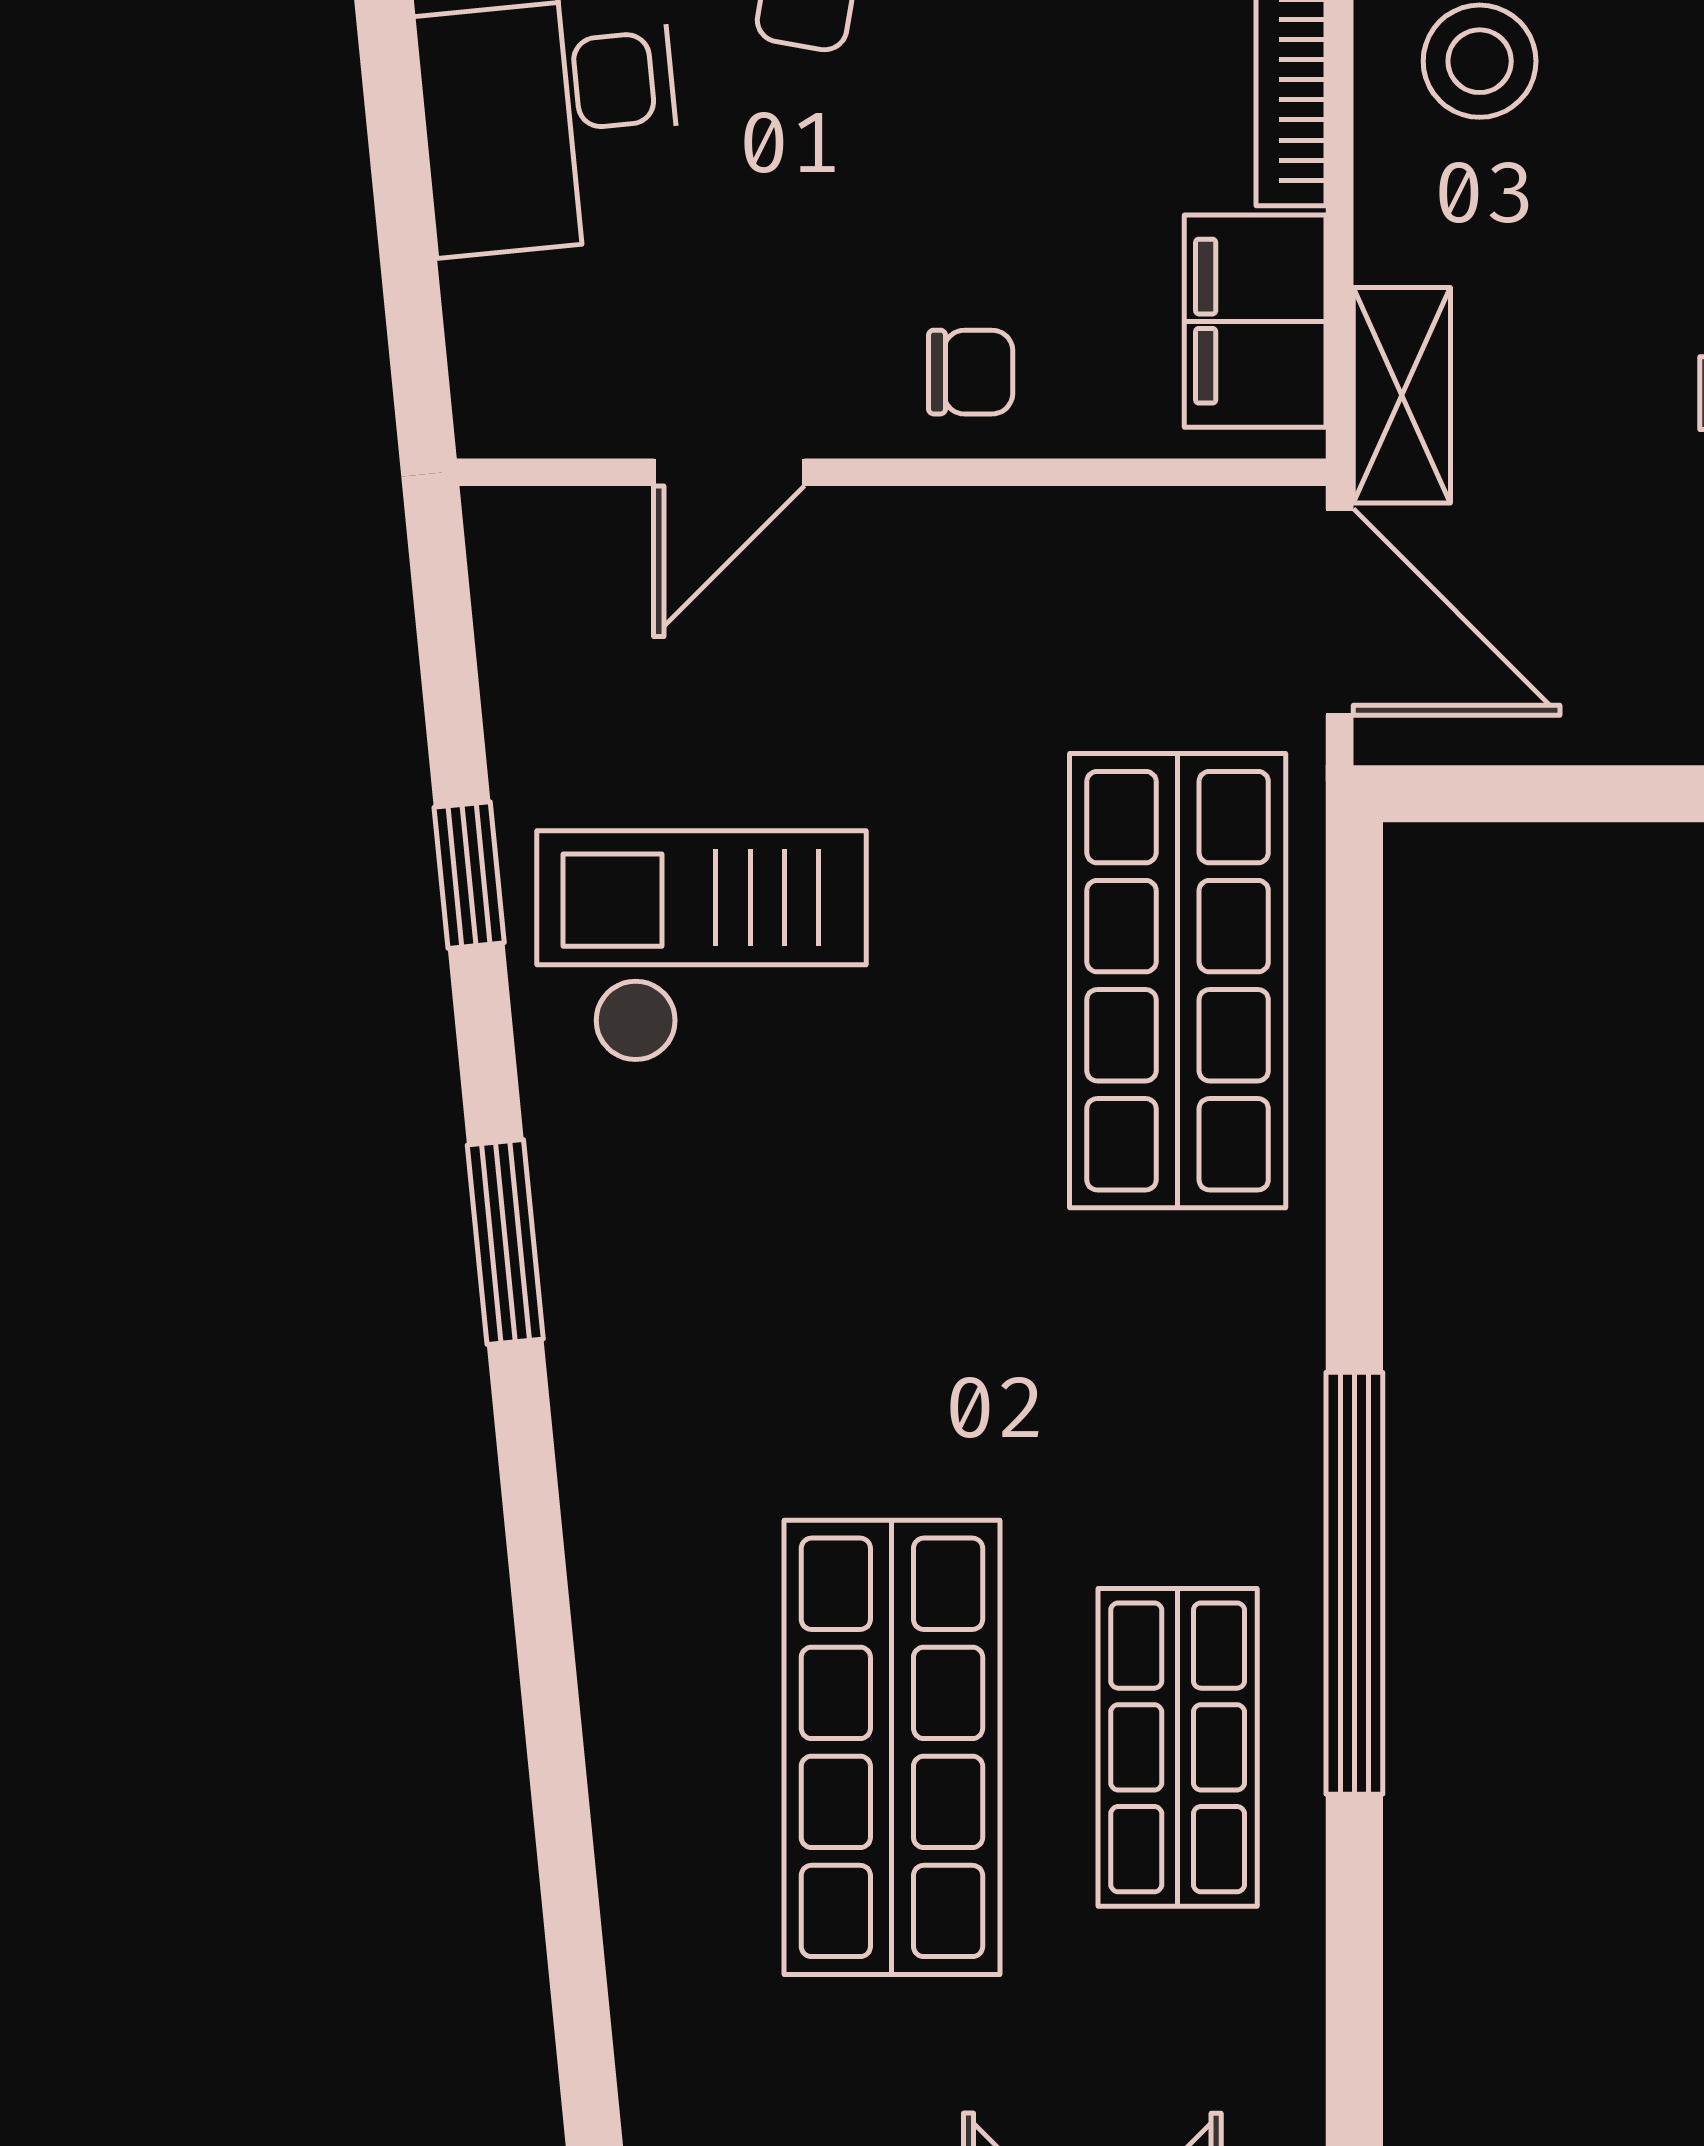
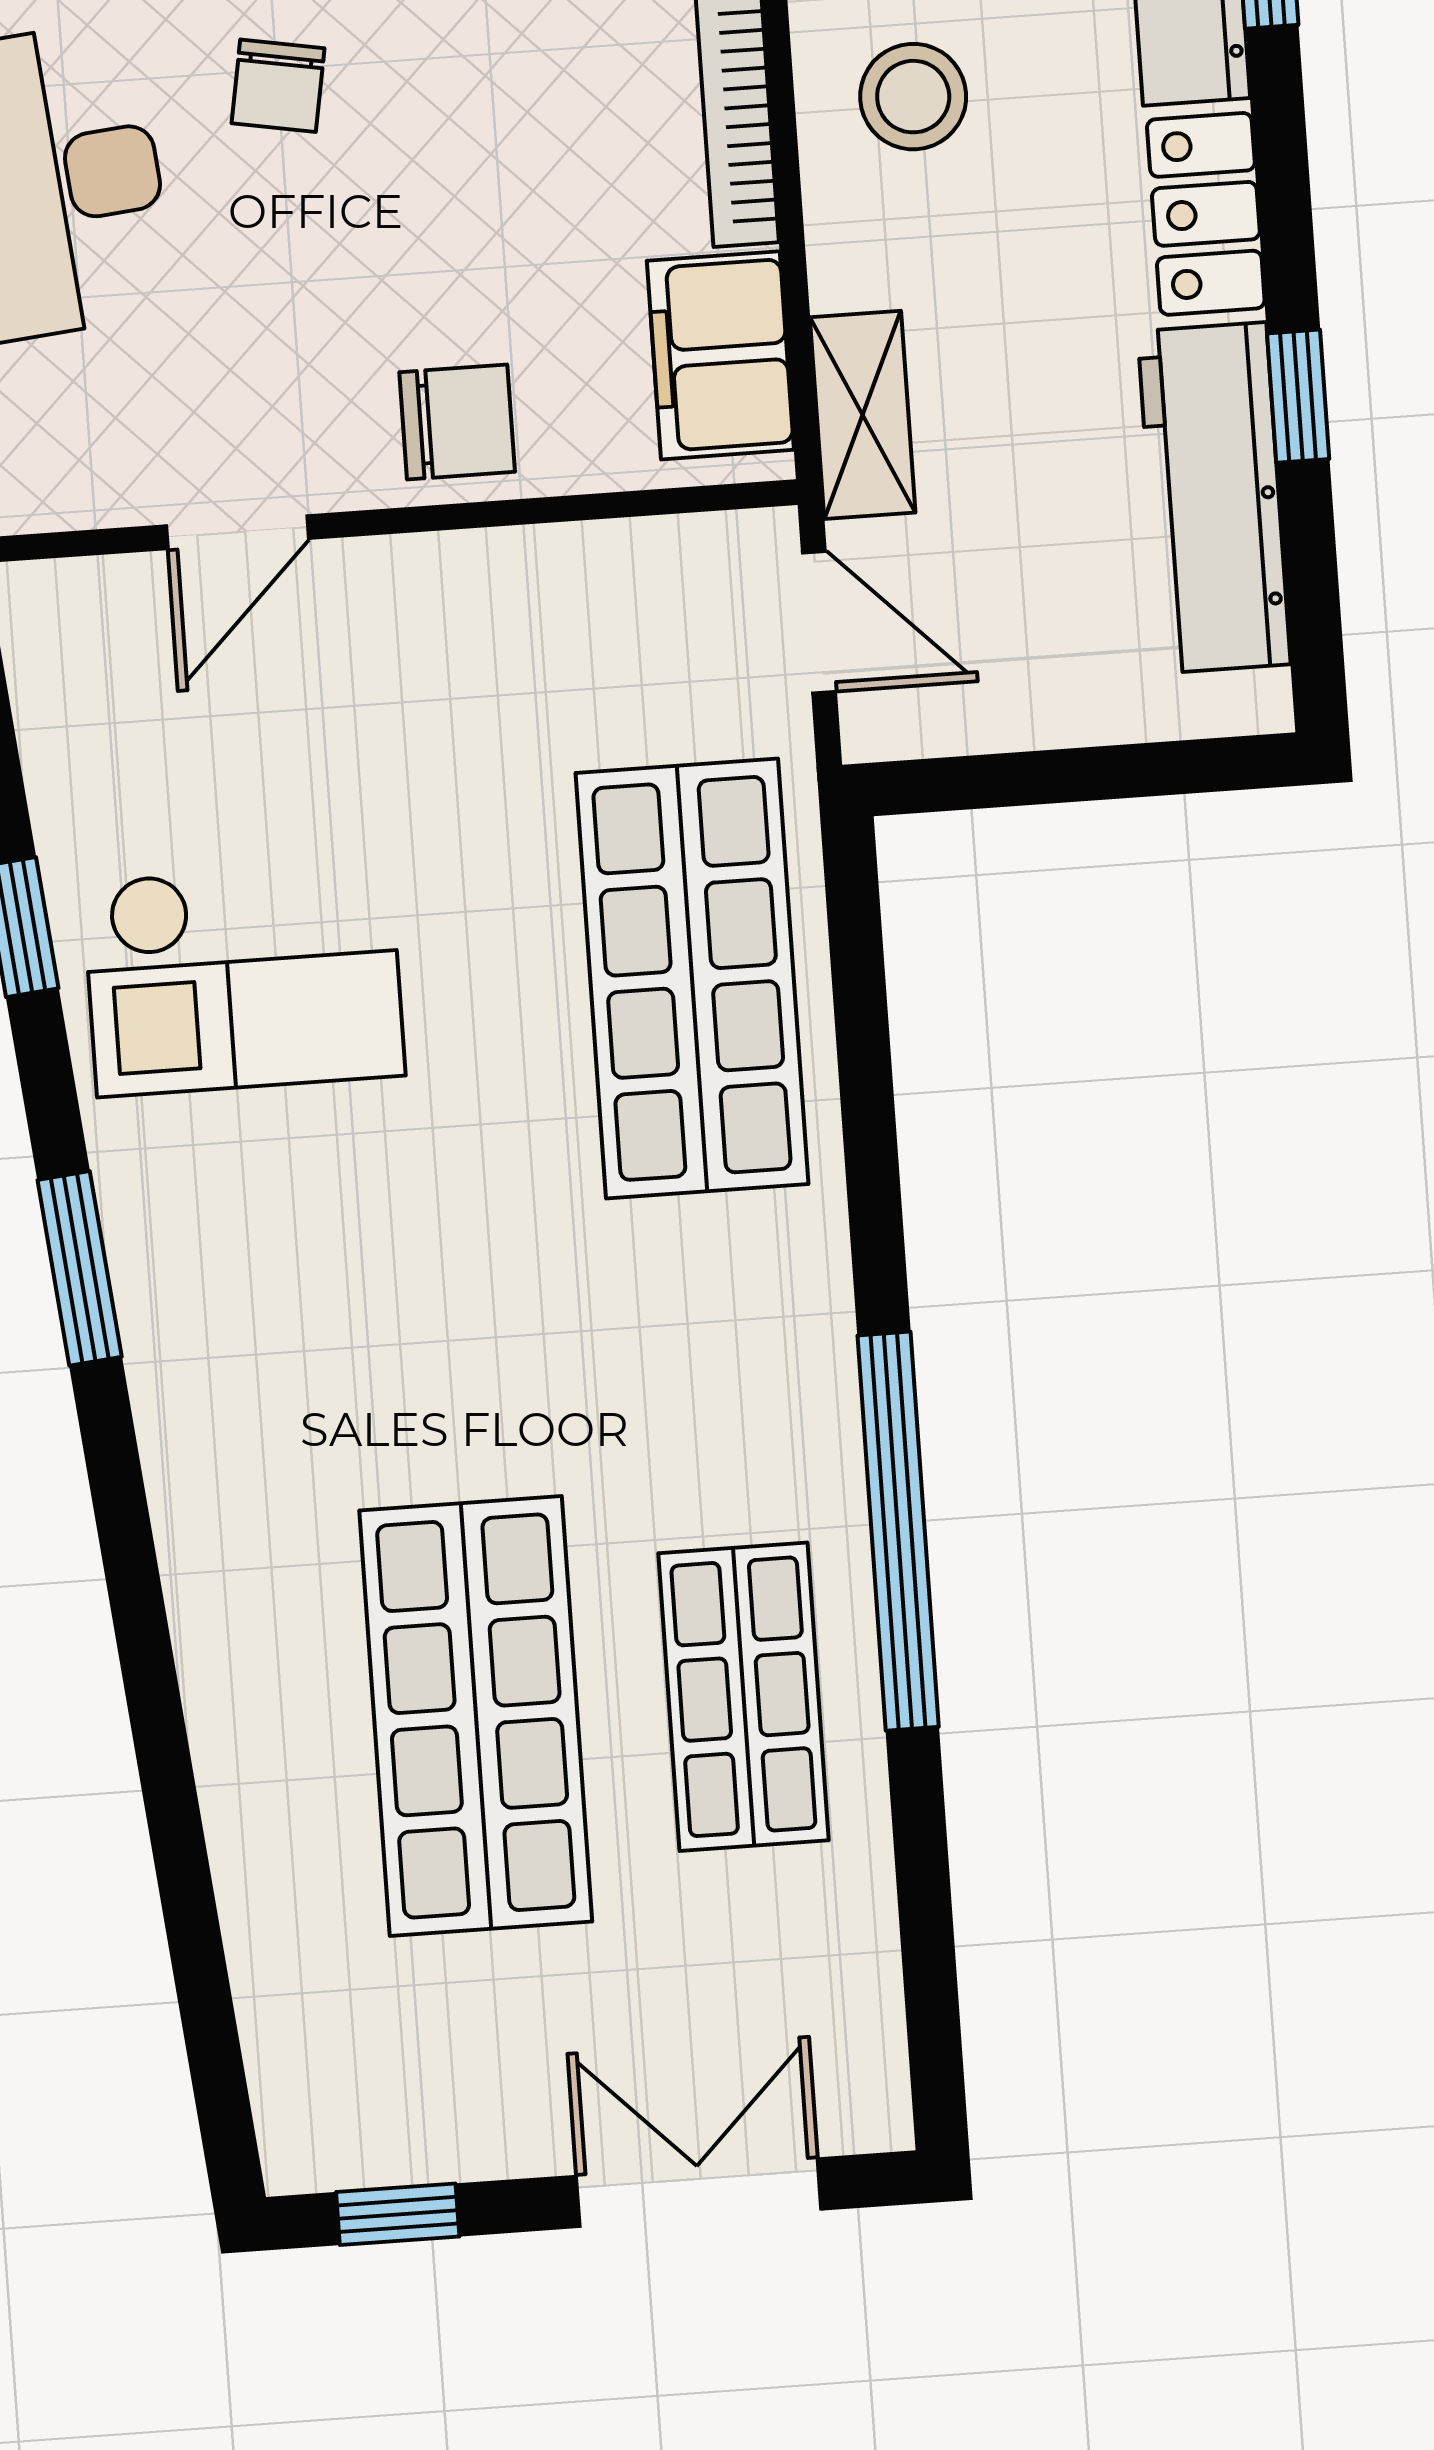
chair: (971, 372) -> (457, 422), width x1.37, depth x1.37
door: (1340, 612) -> (819, 622), width x0.73
checkout: (701, 946) -> (244, 978), turned 180

